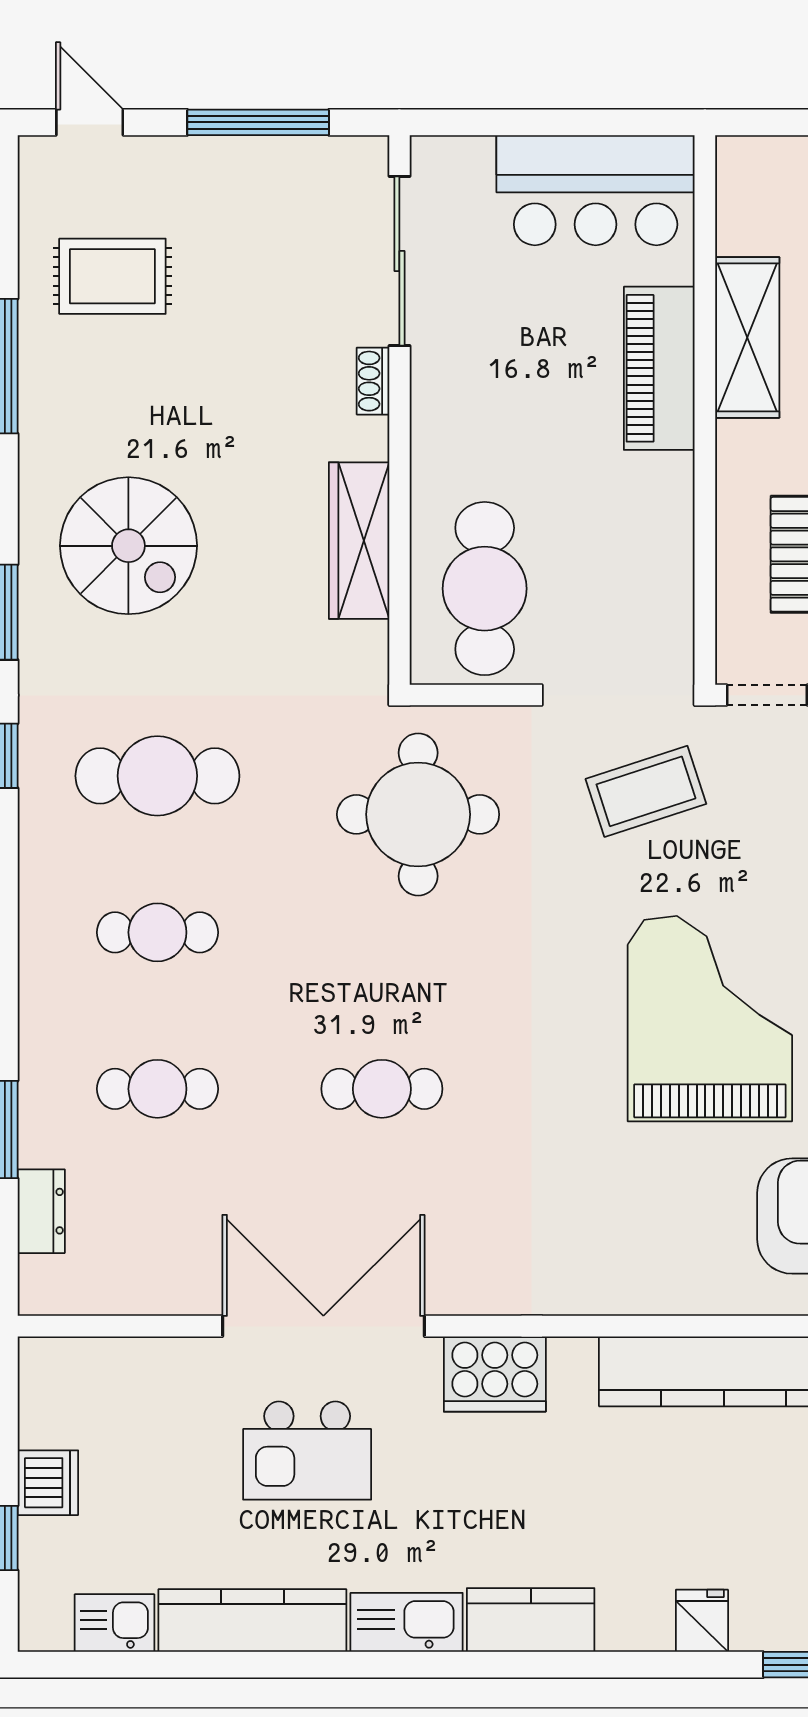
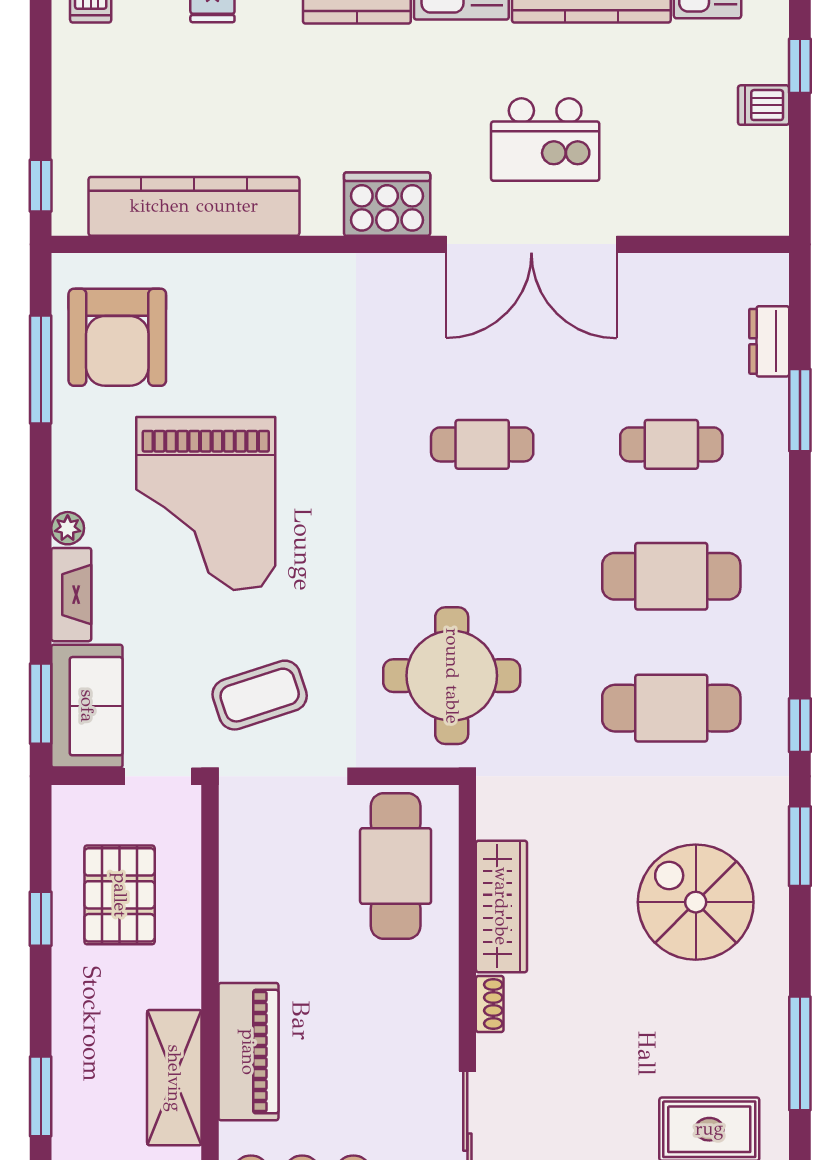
shoe rack: (373, 381) -> (490, 1004), moved
cafe table: (157, 932) -> (671, 576), width x1.37, depth x1.35
kitchen island: (307, 1451) -> (545, 140), turned 180
dishwasher: (48, 1483) -> (764, 105), width x0.73

